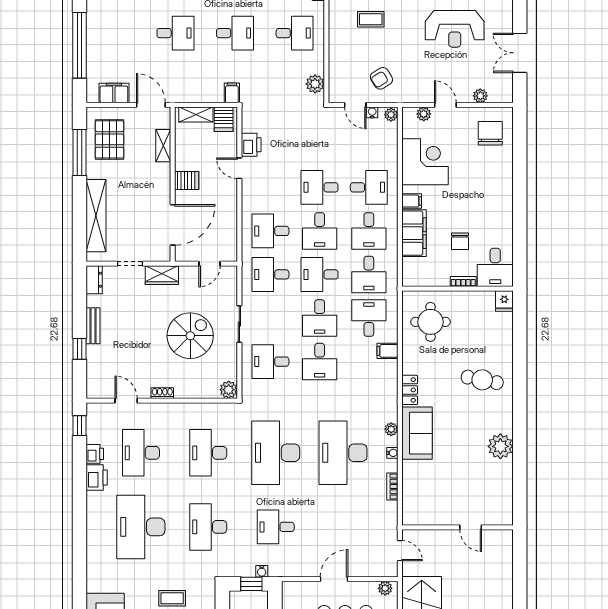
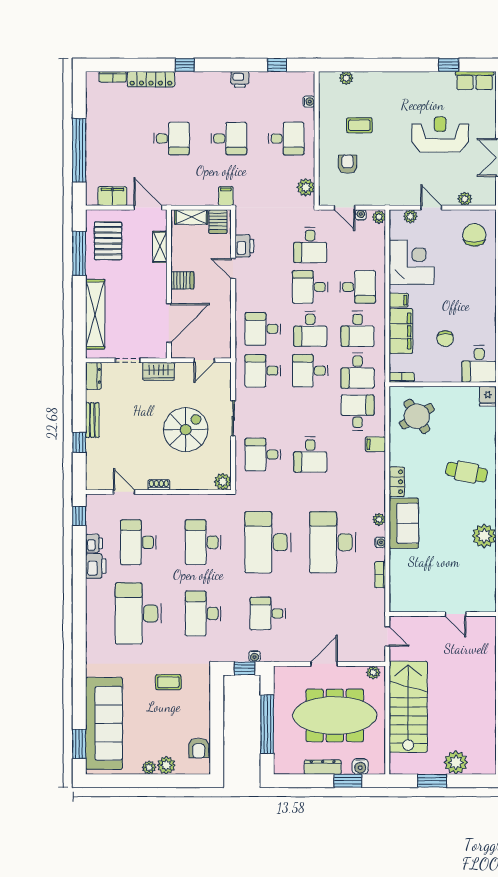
reception desk: (455, 29) -> (440, 134), turned 180
armchair: (381, 78) -> (348, 164), moved, turned 122
bookcase: (463, 281) -> (402, 377), moved
desk: (320, 318) -> (310, 245), moved
round table: (431, 322) -> (417, 416), turned -32

